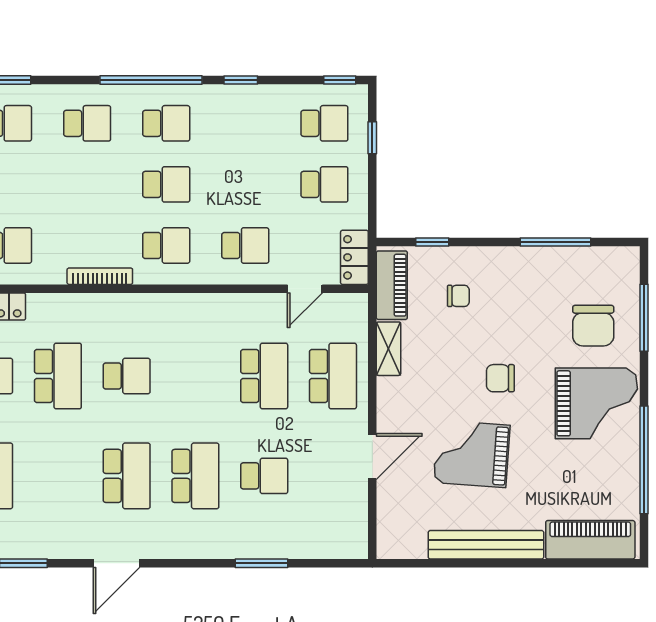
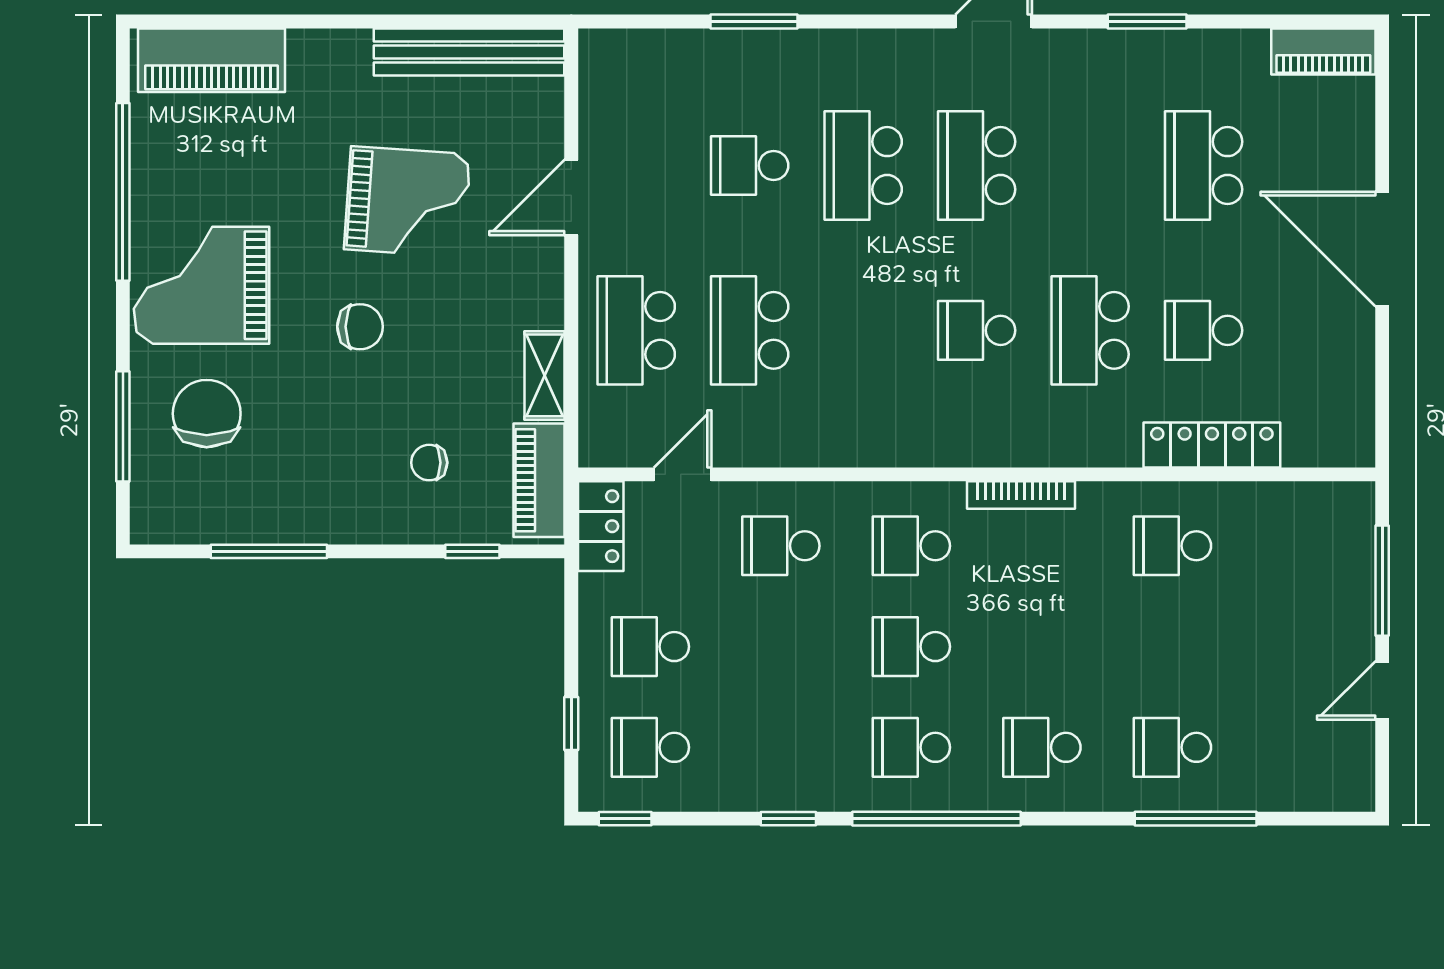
bench: (486, 545) -> (469, 52), moved

